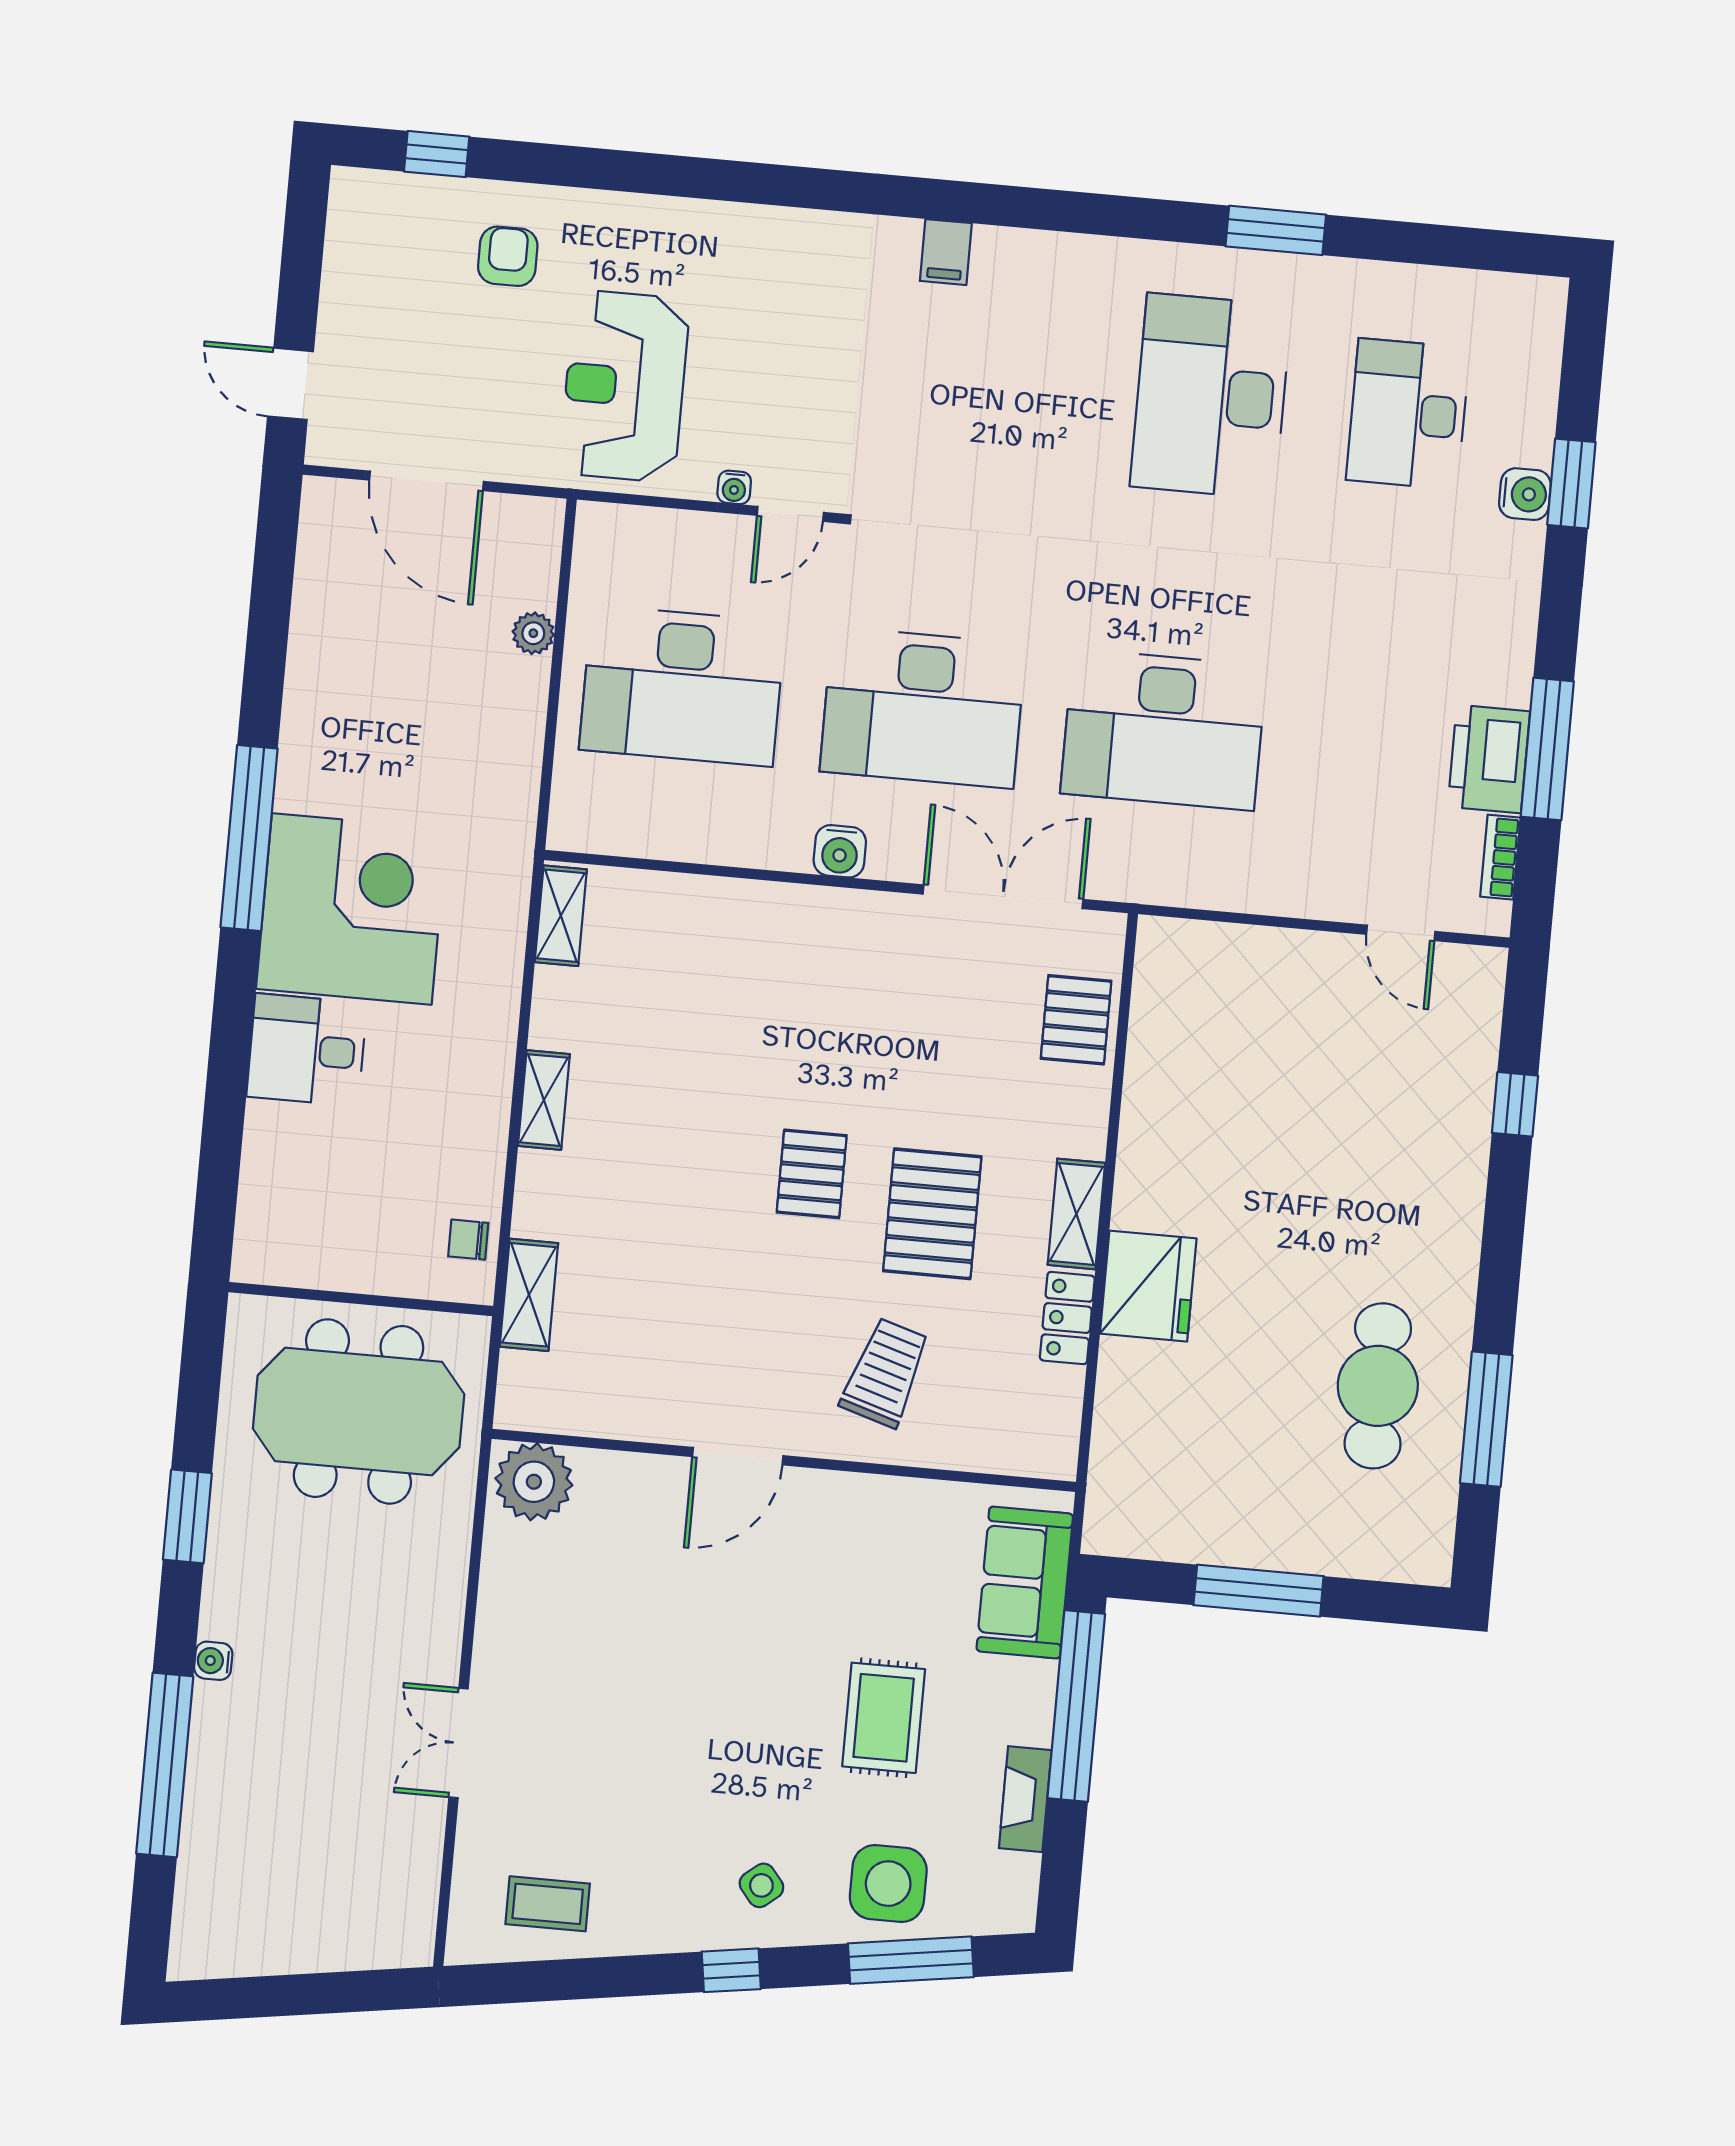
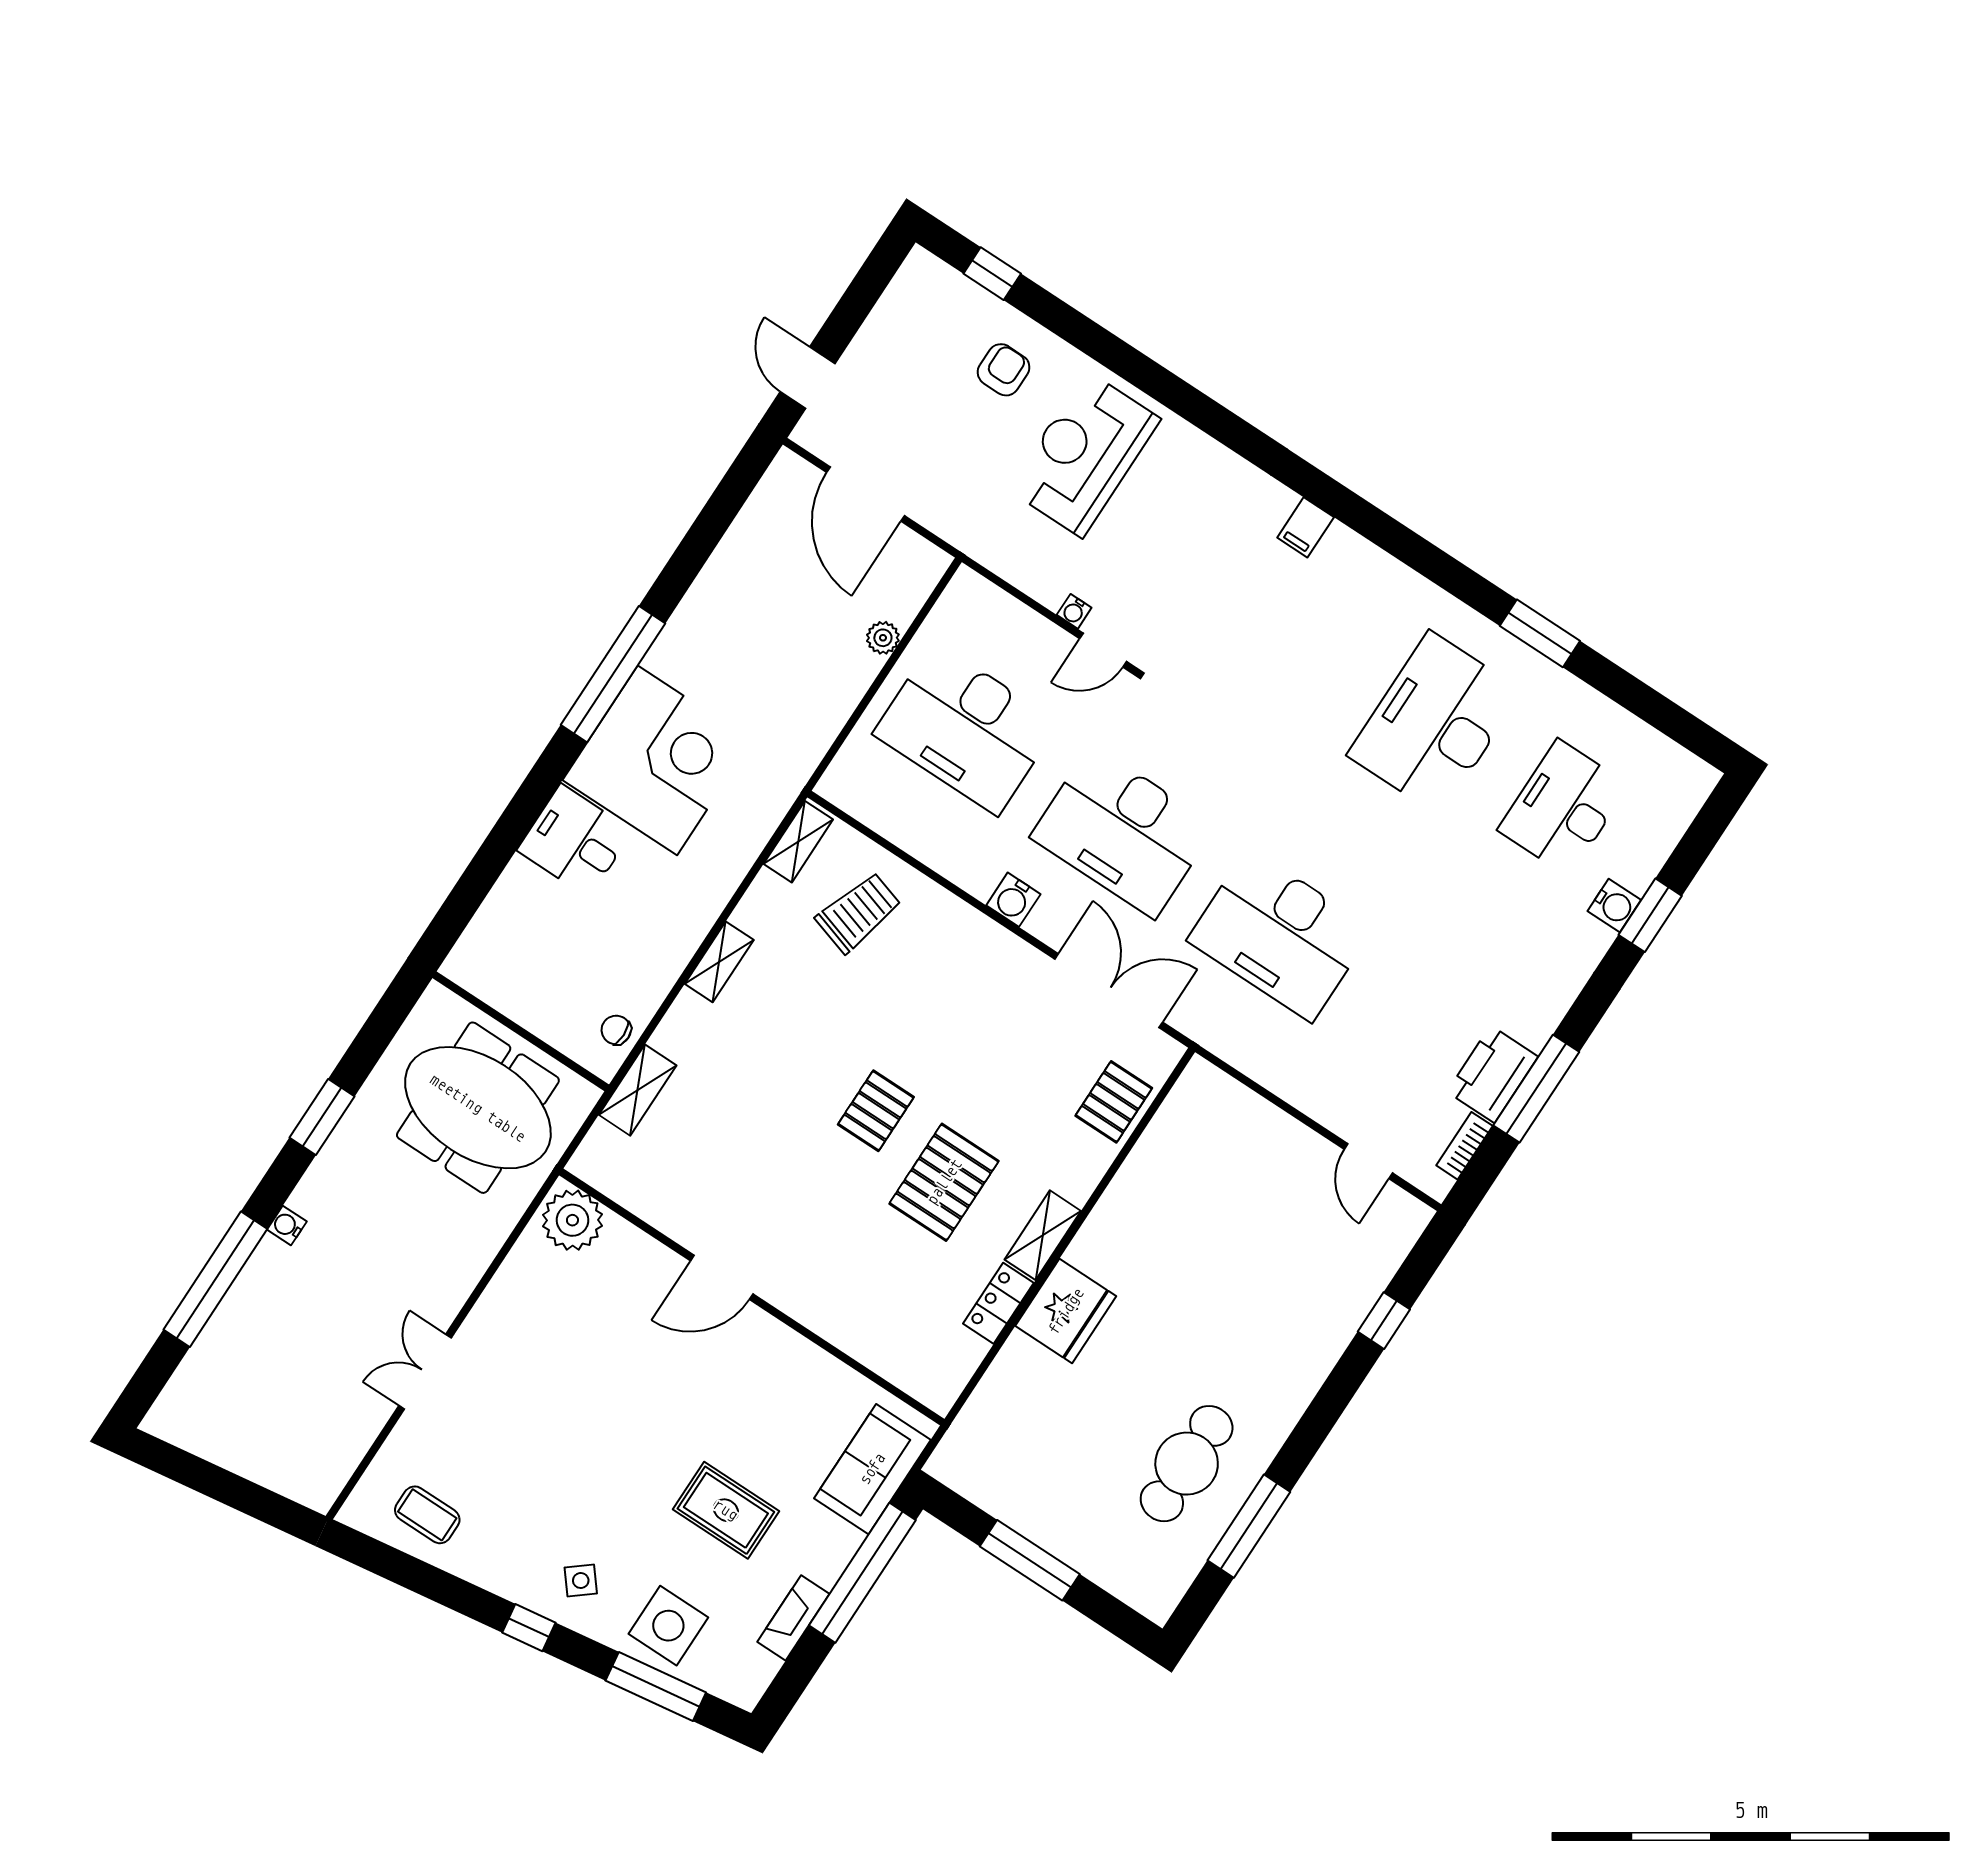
reception desk: (624, 386) -> (1084, 454), moved
trolley: (885, 1373) -> (859, 912), moved
rug: (884, 1718) -> (726, 1510), turned 90

